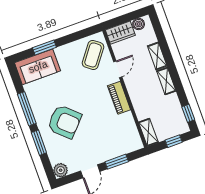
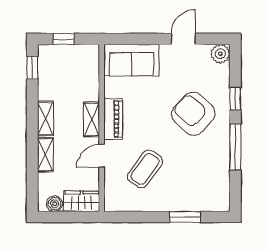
coffee table: (93, 55) -> (145, 169), moved
sofa: (38, 67) -> (131, 60), moved, turned 180
shelving: (148, 132) -> (92, 119), moved
window: (39, 143) -> (235, 99), width x0.67
window: (117, 162) -> (145, 39), removed

